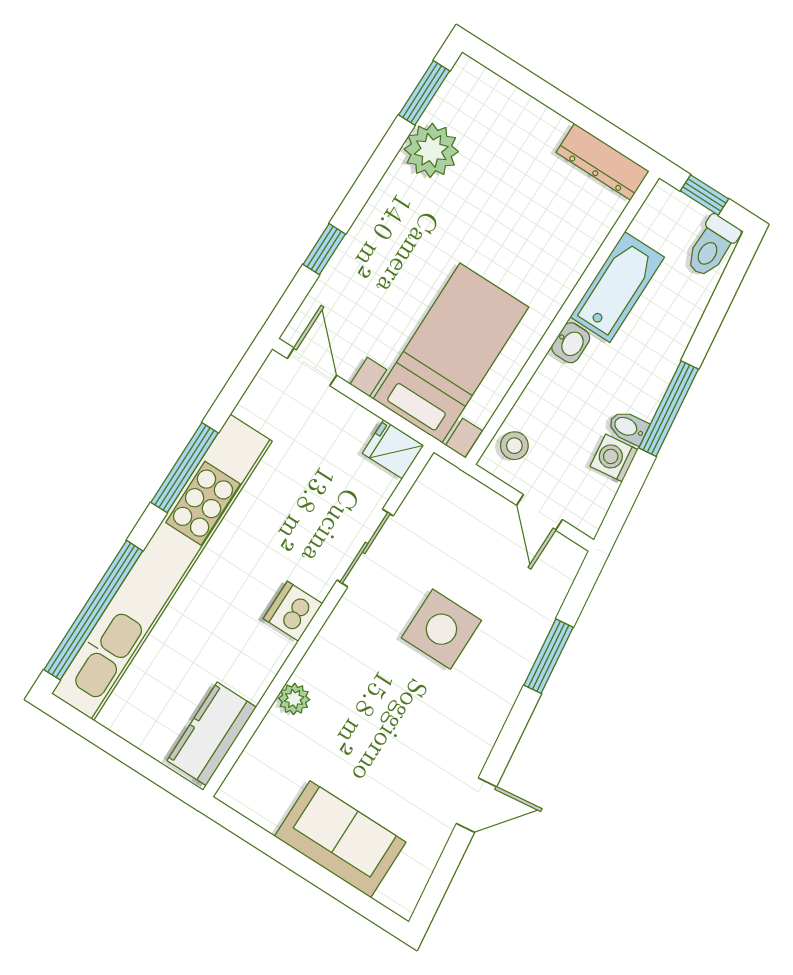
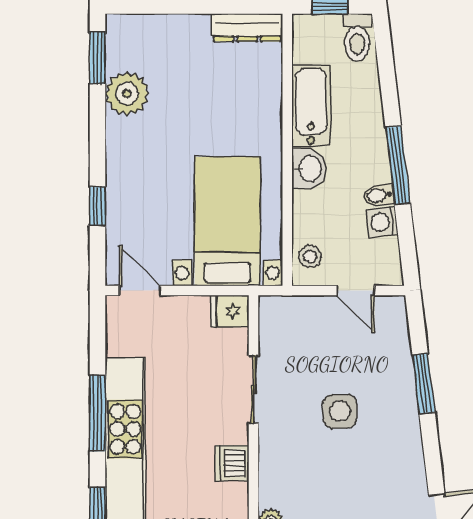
washbasin: (571, 343) -> (309, 169), width x1.38, depth x1.45
side table: (441, 629) -> (340, 411), width x0.73, depth x0.73

